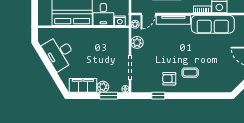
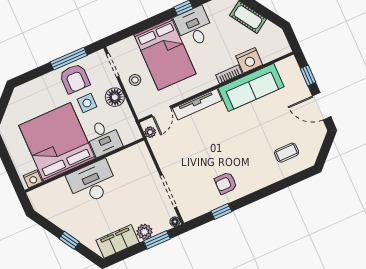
nightstand: (120, 21) -> (33, 179), moved
plant: (137, 42) -> (163, 155), removed
desk: (59, 53) -> (92, 182), moved, turned 121
window: (52, 71) -> (69, 240), added
coffee table: (190, 73) -> (287, 153), moved

